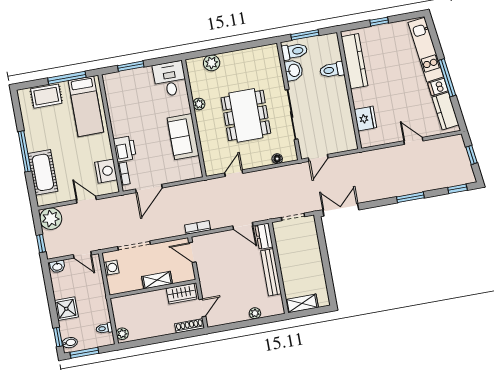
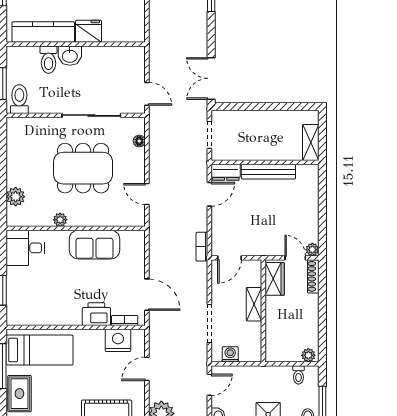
washbasin: (294, 70) -> (70, 56), moved, turned 180
fridge: (365, 119) -> (89, 31), moved
plant: (255, 313) -> (312, 250), moved

